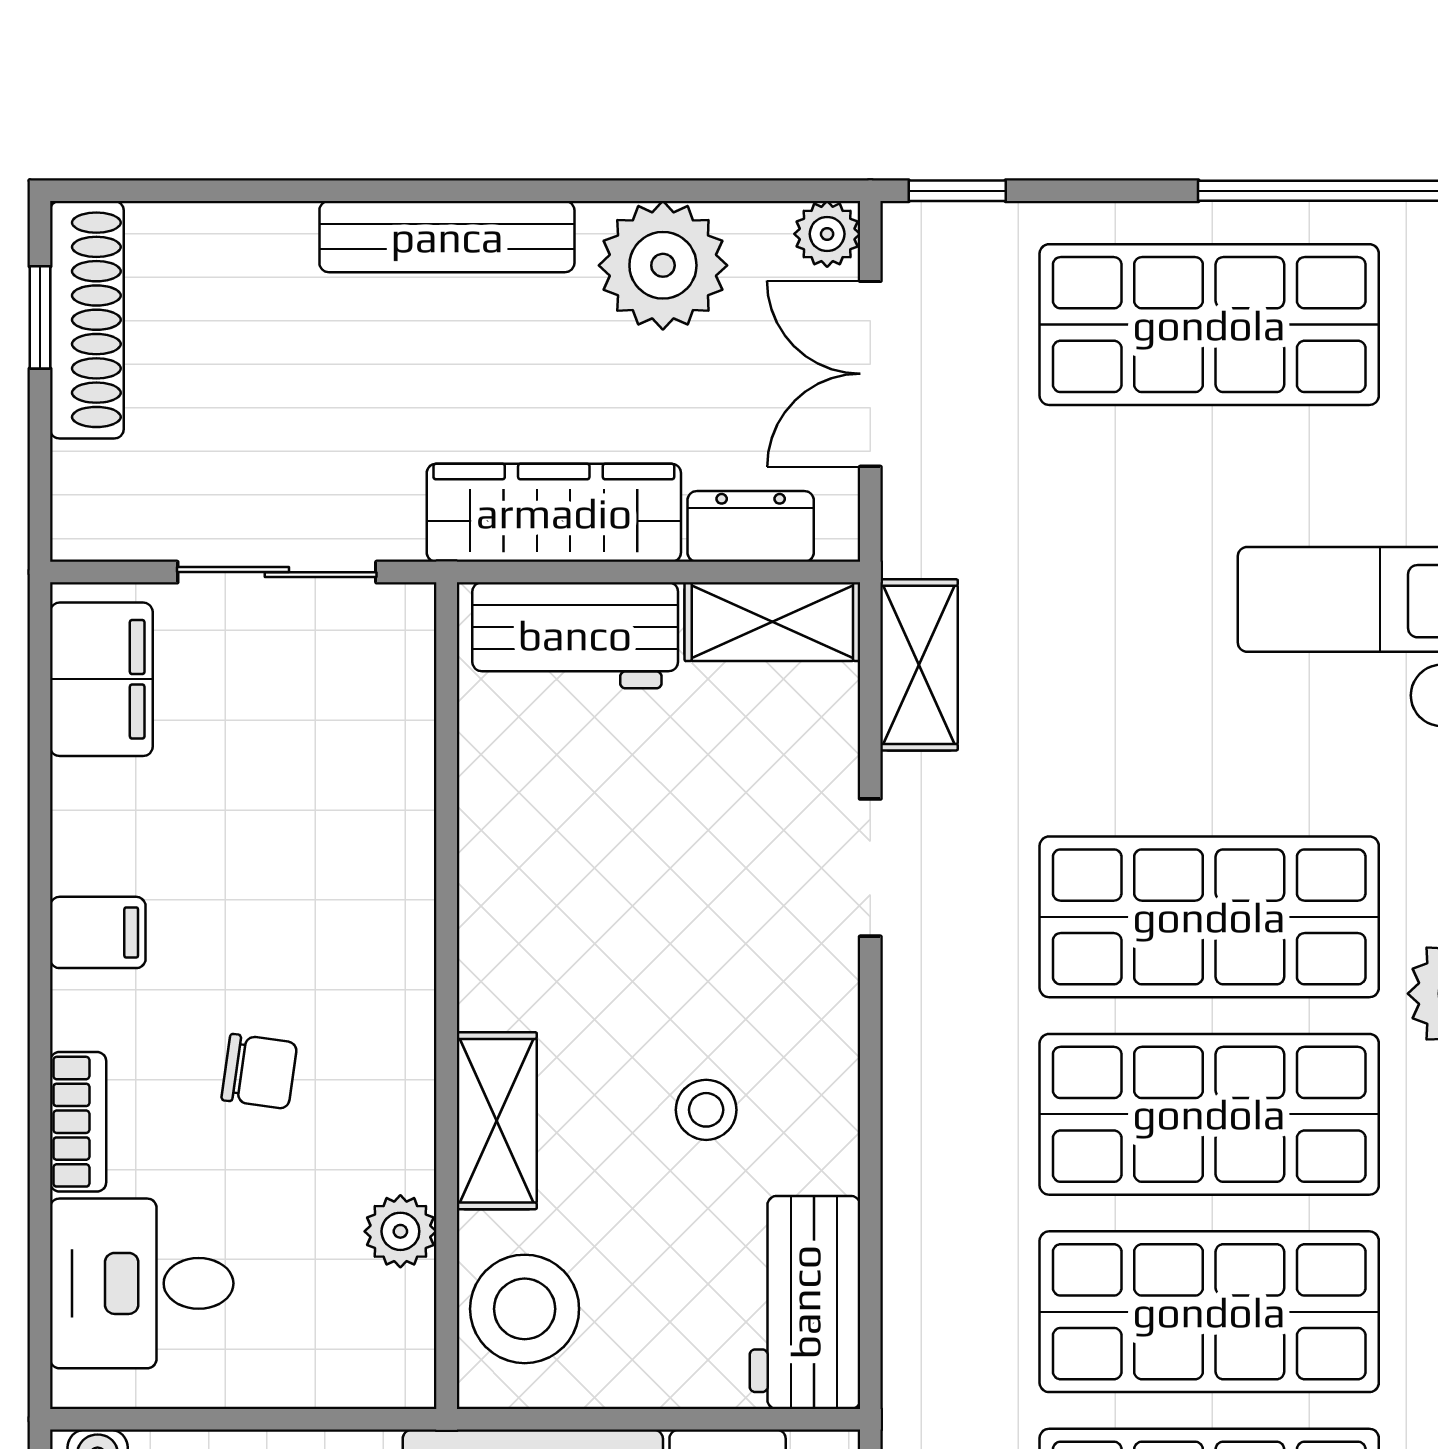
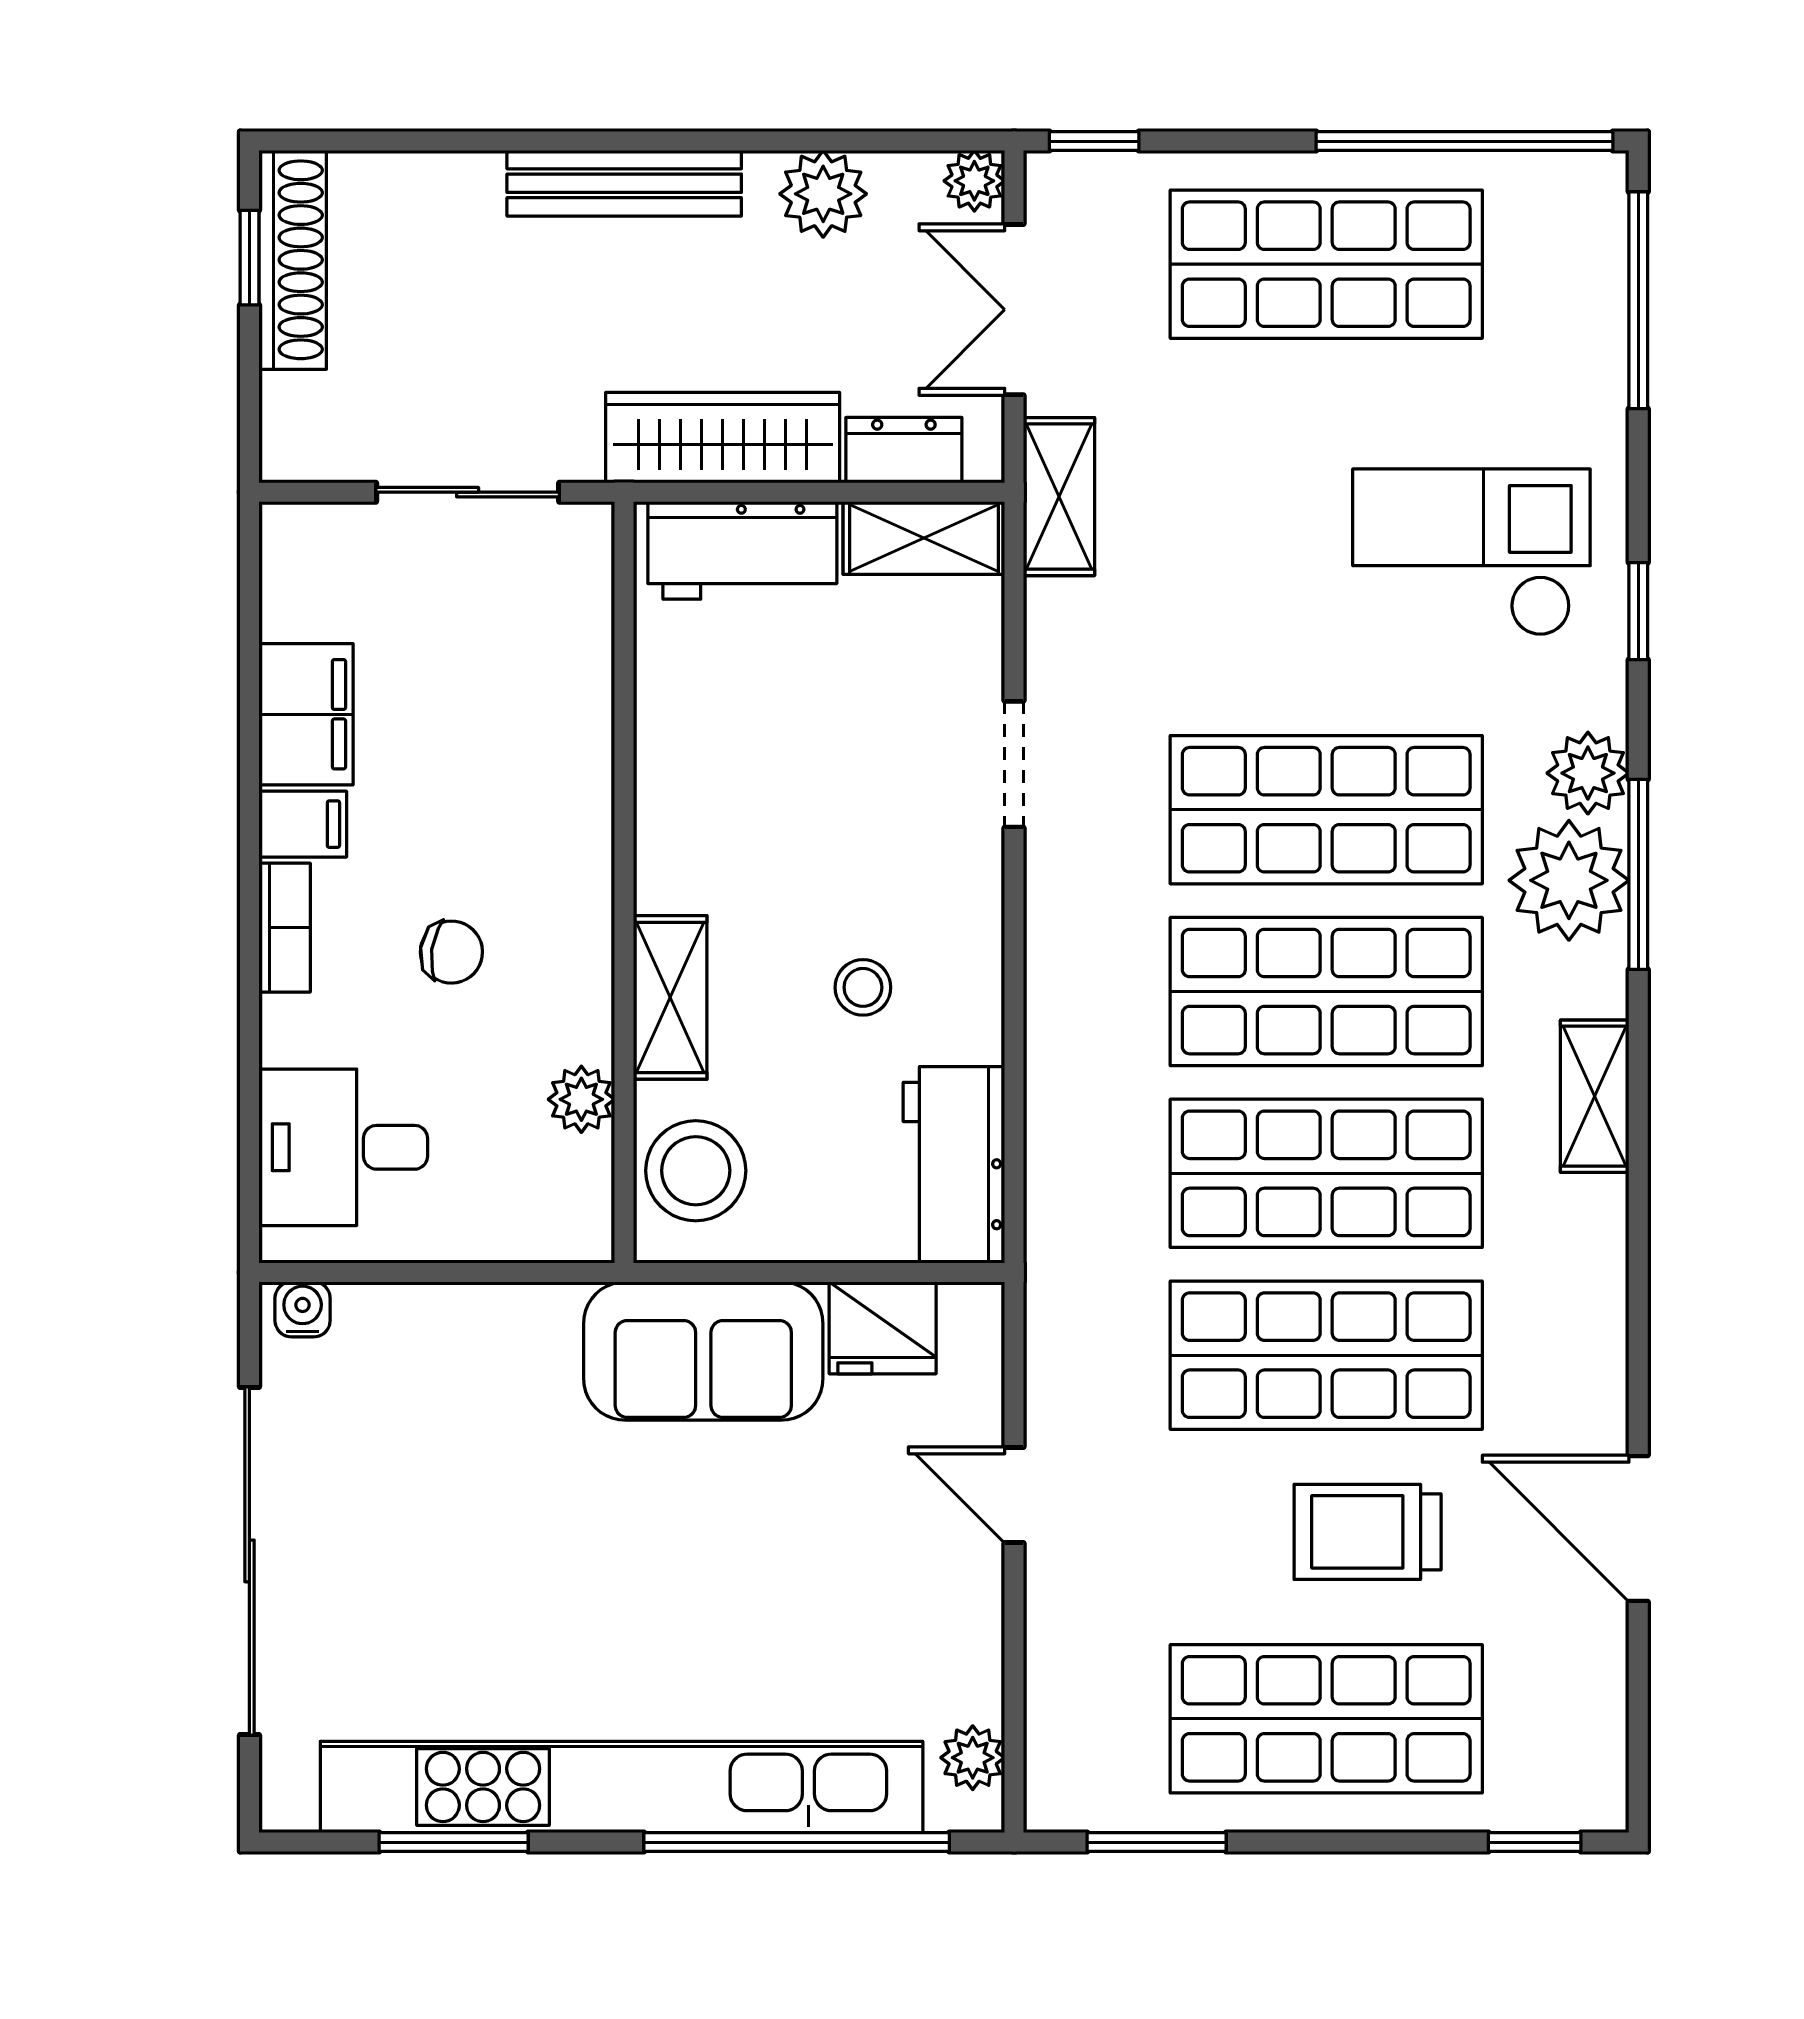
plant: (663, 265) -> (823, 194), width x0.73, depth x0.73
shelving: (919, 665) -> (1059, 497), moved
filing cabinet: (101, 679) -> (306, 714), moved
bookcase: (78, 1122) -> (285, 928), moved

